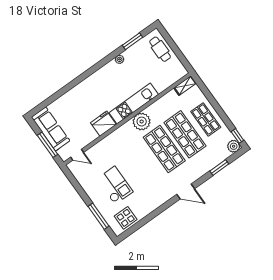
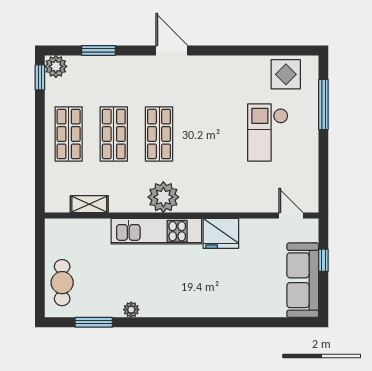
shelving: (185, 86) -> (89, 204), moved
shop shelf: (185, 134) -> (114, 134), width x0.70, depth x0.74
window: (48, 145) -> (323, 260), width x0.46
shop shelf: (164, 149) -> (159, 134), width x0.70, depth x0.74

